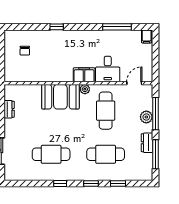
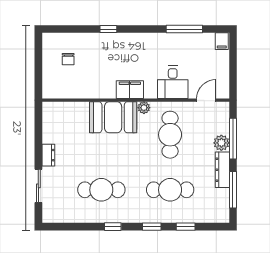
filing cabinet: (84, 75) -> (130, 90), moved
dresser: (9, 109) -> (48, 155), moved
dresser: (147, 143) -> (222, 170), width x1.44

